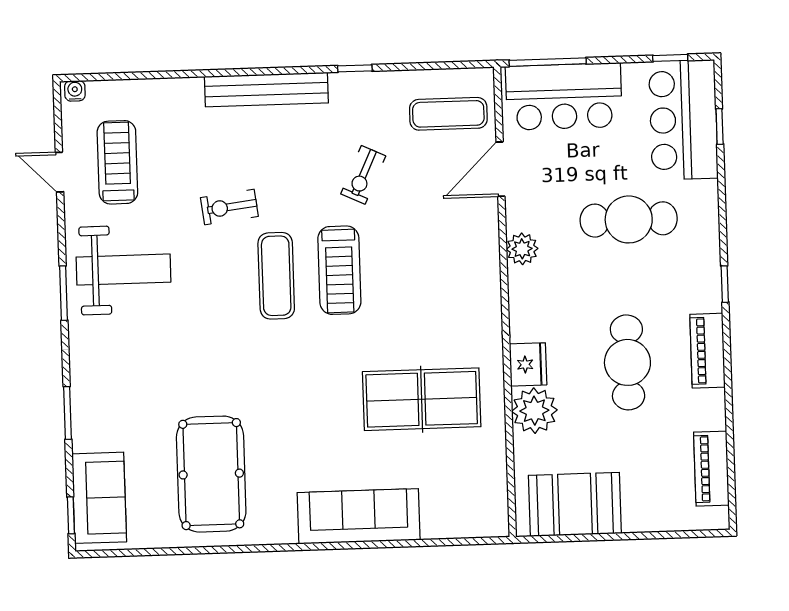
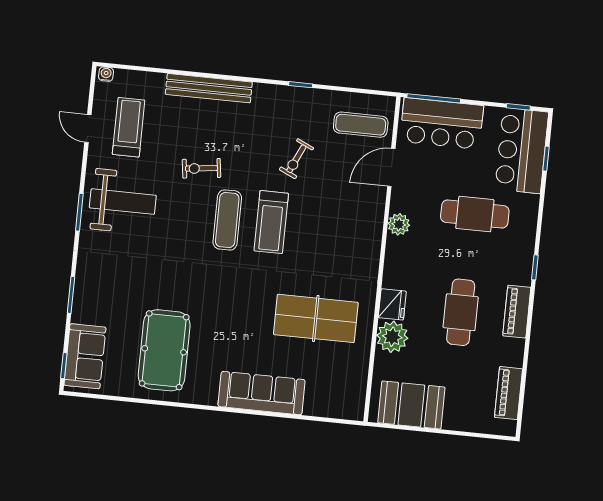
bench: (266, 90) -> (209, 88), moved

